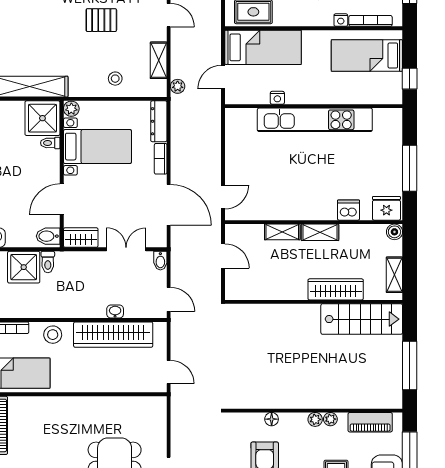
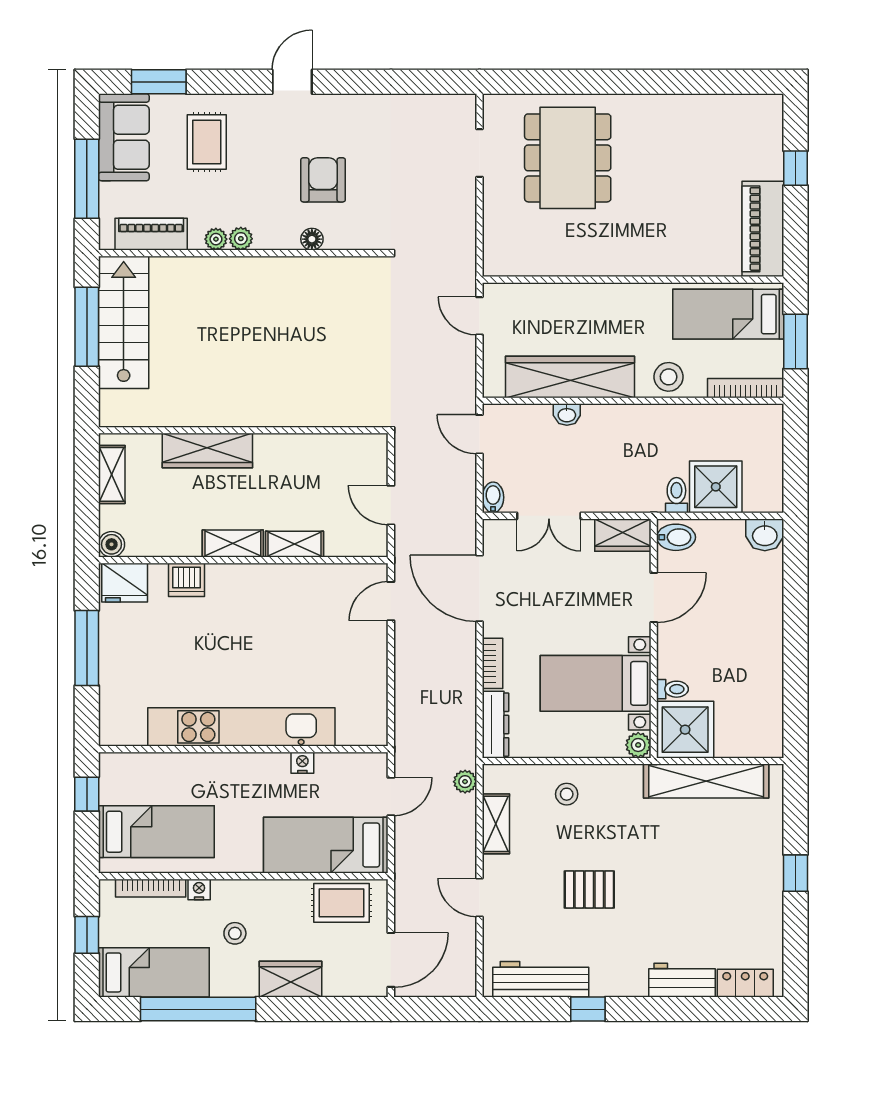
stairs: (362, 319) -> (124, 322), moved, turned 90

